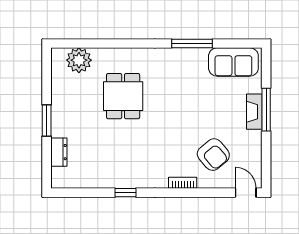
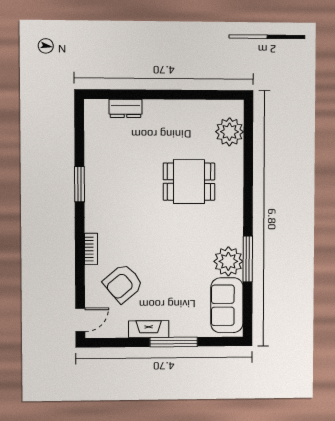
plant: (194, 61) -> (228, 261), added
fireplace: (254, 112) -> (149, 329), moved
window: (47, 121) -> (161, 95), removed
window: (125, 193) -> (80, 184), width x1.50

